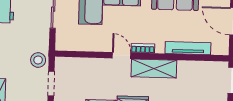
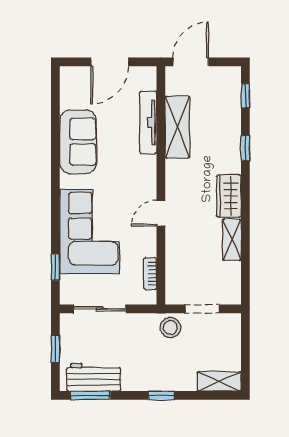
bookcase: (143, 48) -> (150, 274), moved
shelving: (154, 68) -> (178, 127), moved

